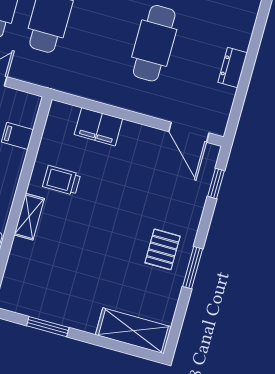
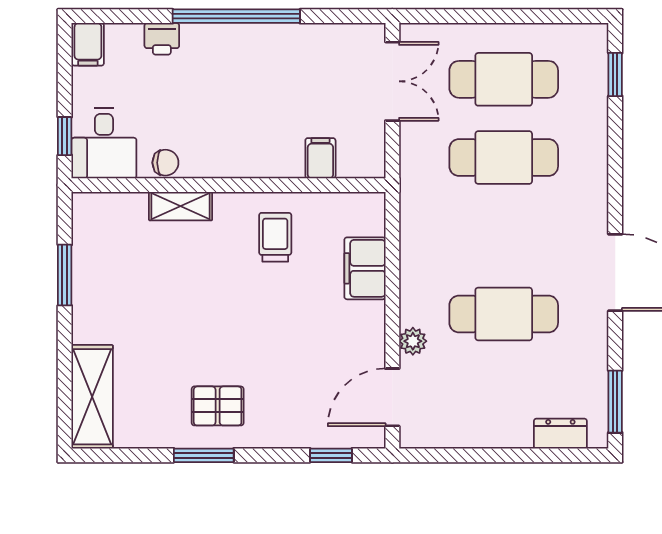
dresser: (233, 68) -> (560, 434), moved
plant: (155, 108) -> (413, 341), added
shelving: (29, 217) -> (181, 206), moved

